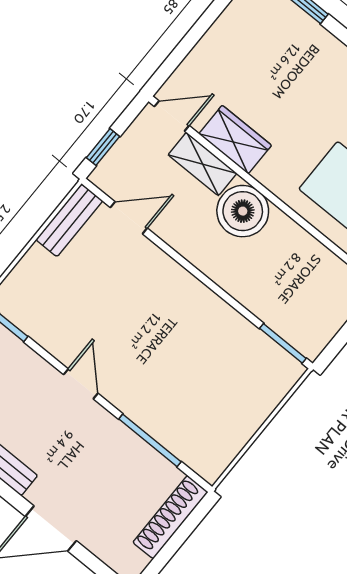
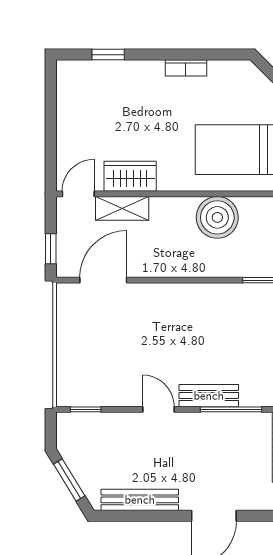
boiler: (243, 211) -> (217, 217), moved
door: (129, 218) -> (103, 280), width x1.38
bench: (69, 220) -> (209, 396), moved, turned 90

